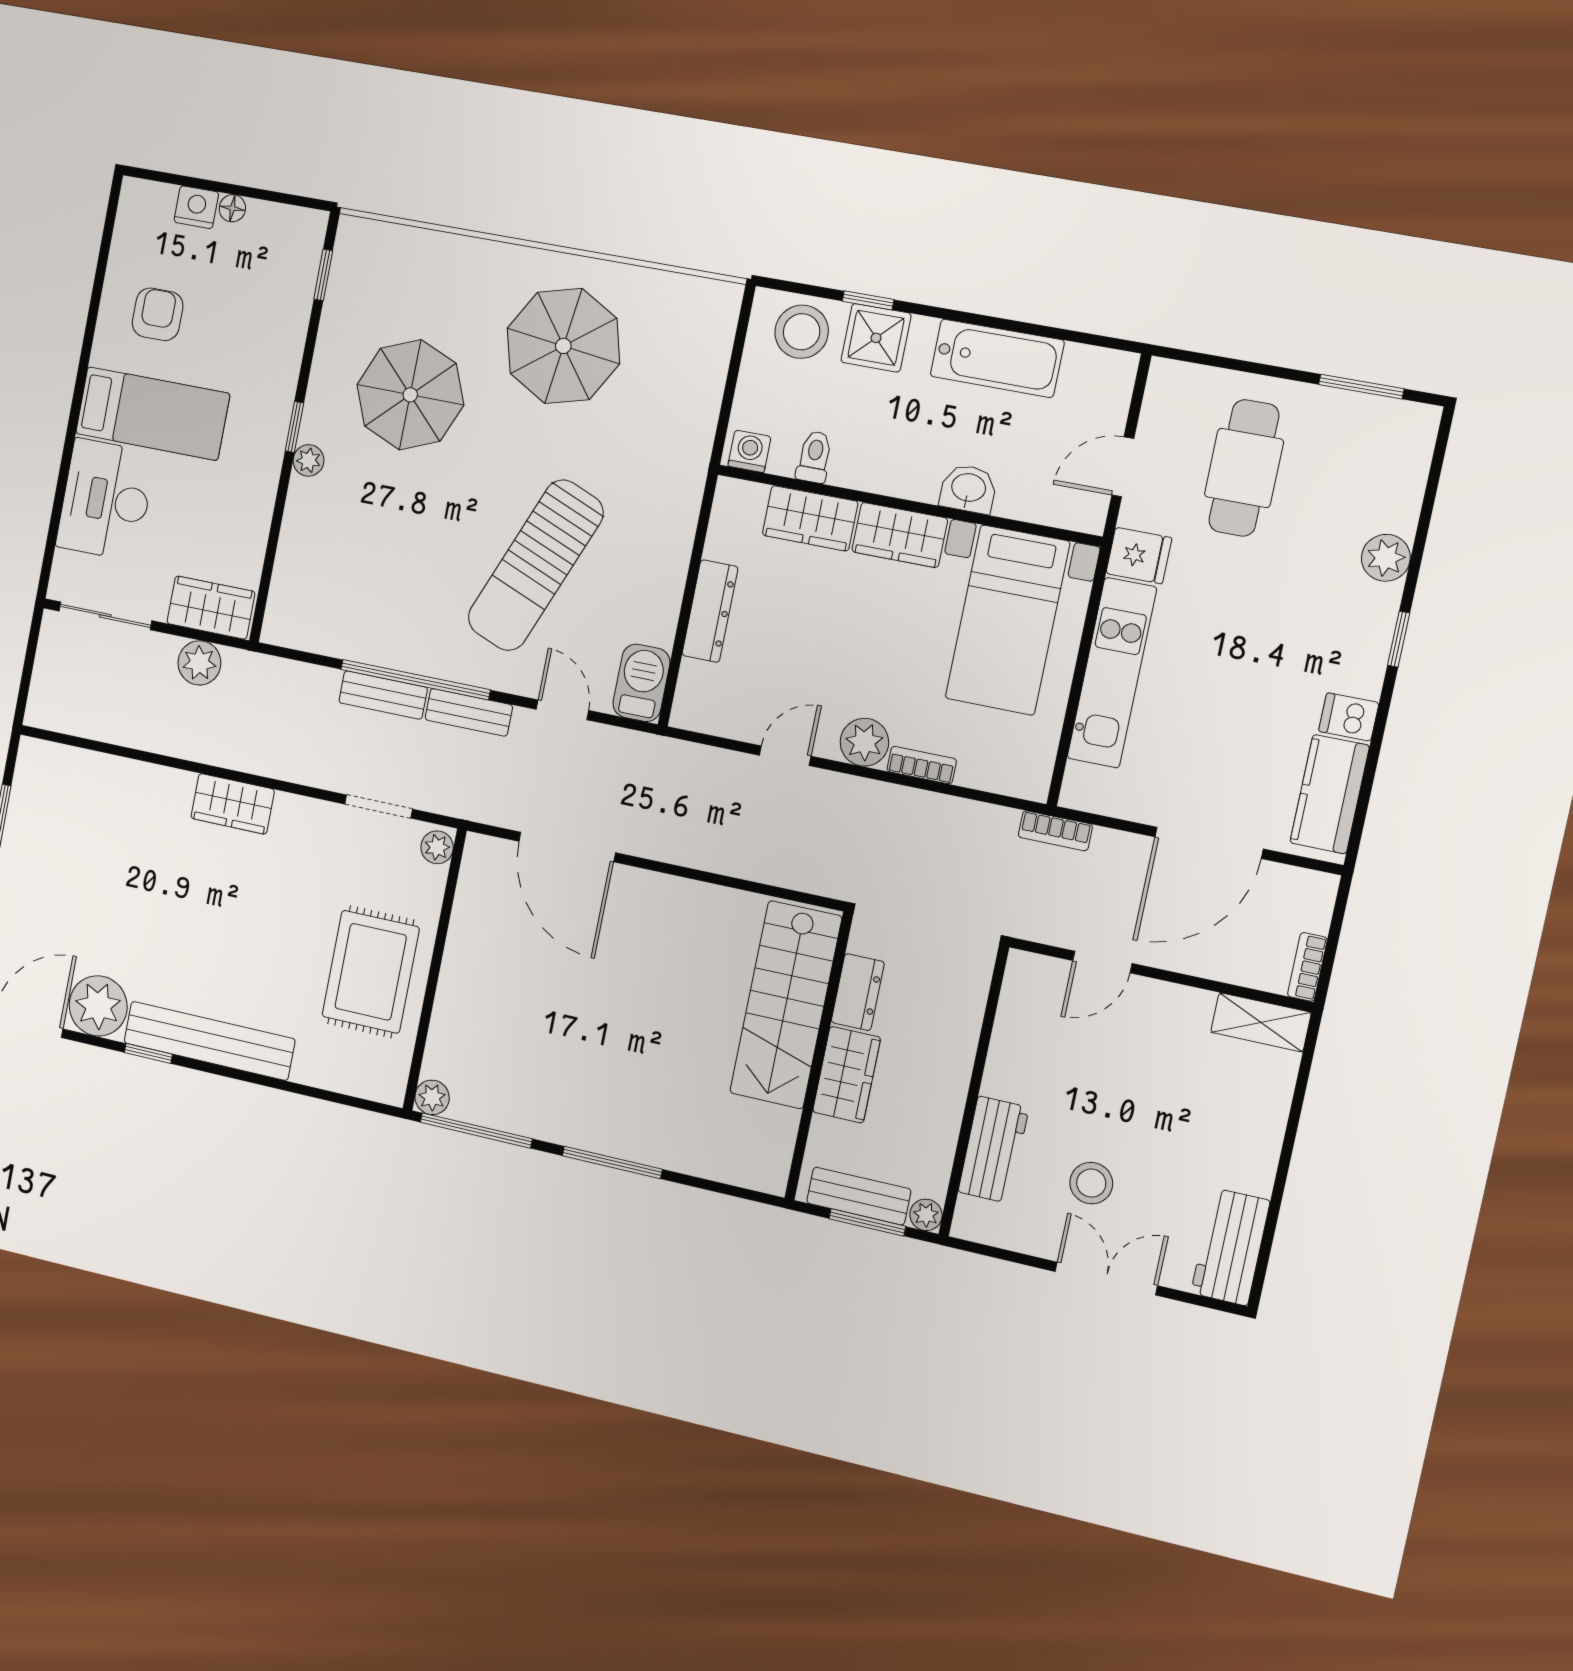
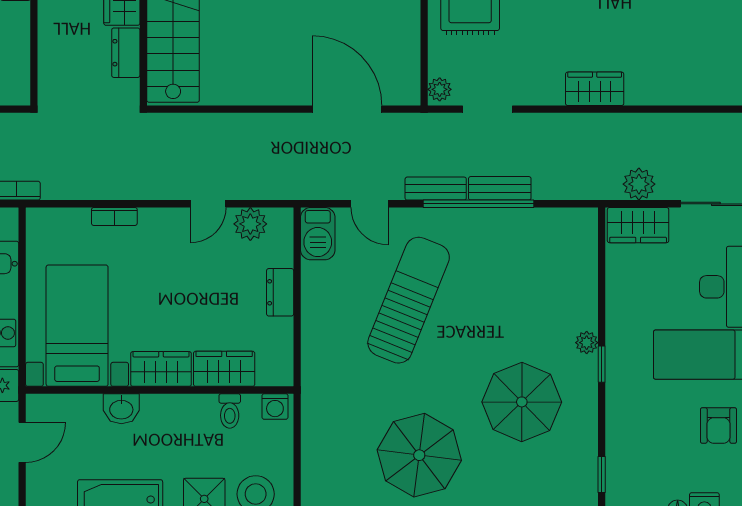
dresser: (710, 611) -> (280, 292), width x0.70
plant: (864, 742) -> (250, 224), moved

